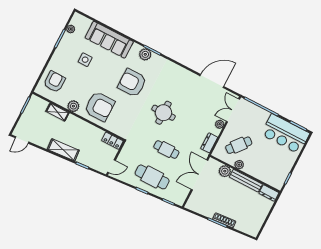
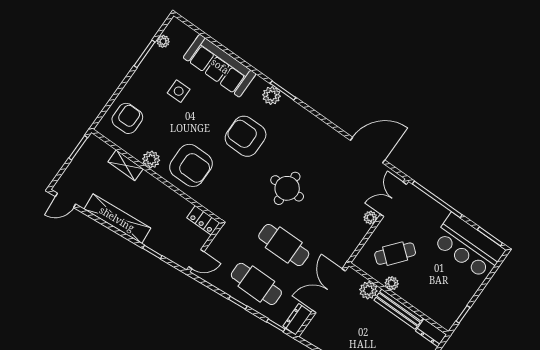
dresser: (209, 143) -> (297, 319), moved
cafe table: (166, 149) -> (284, 245), width x1.37, depth x1.35
shelving: (63, 150) -> (117, 219), width x1.47

